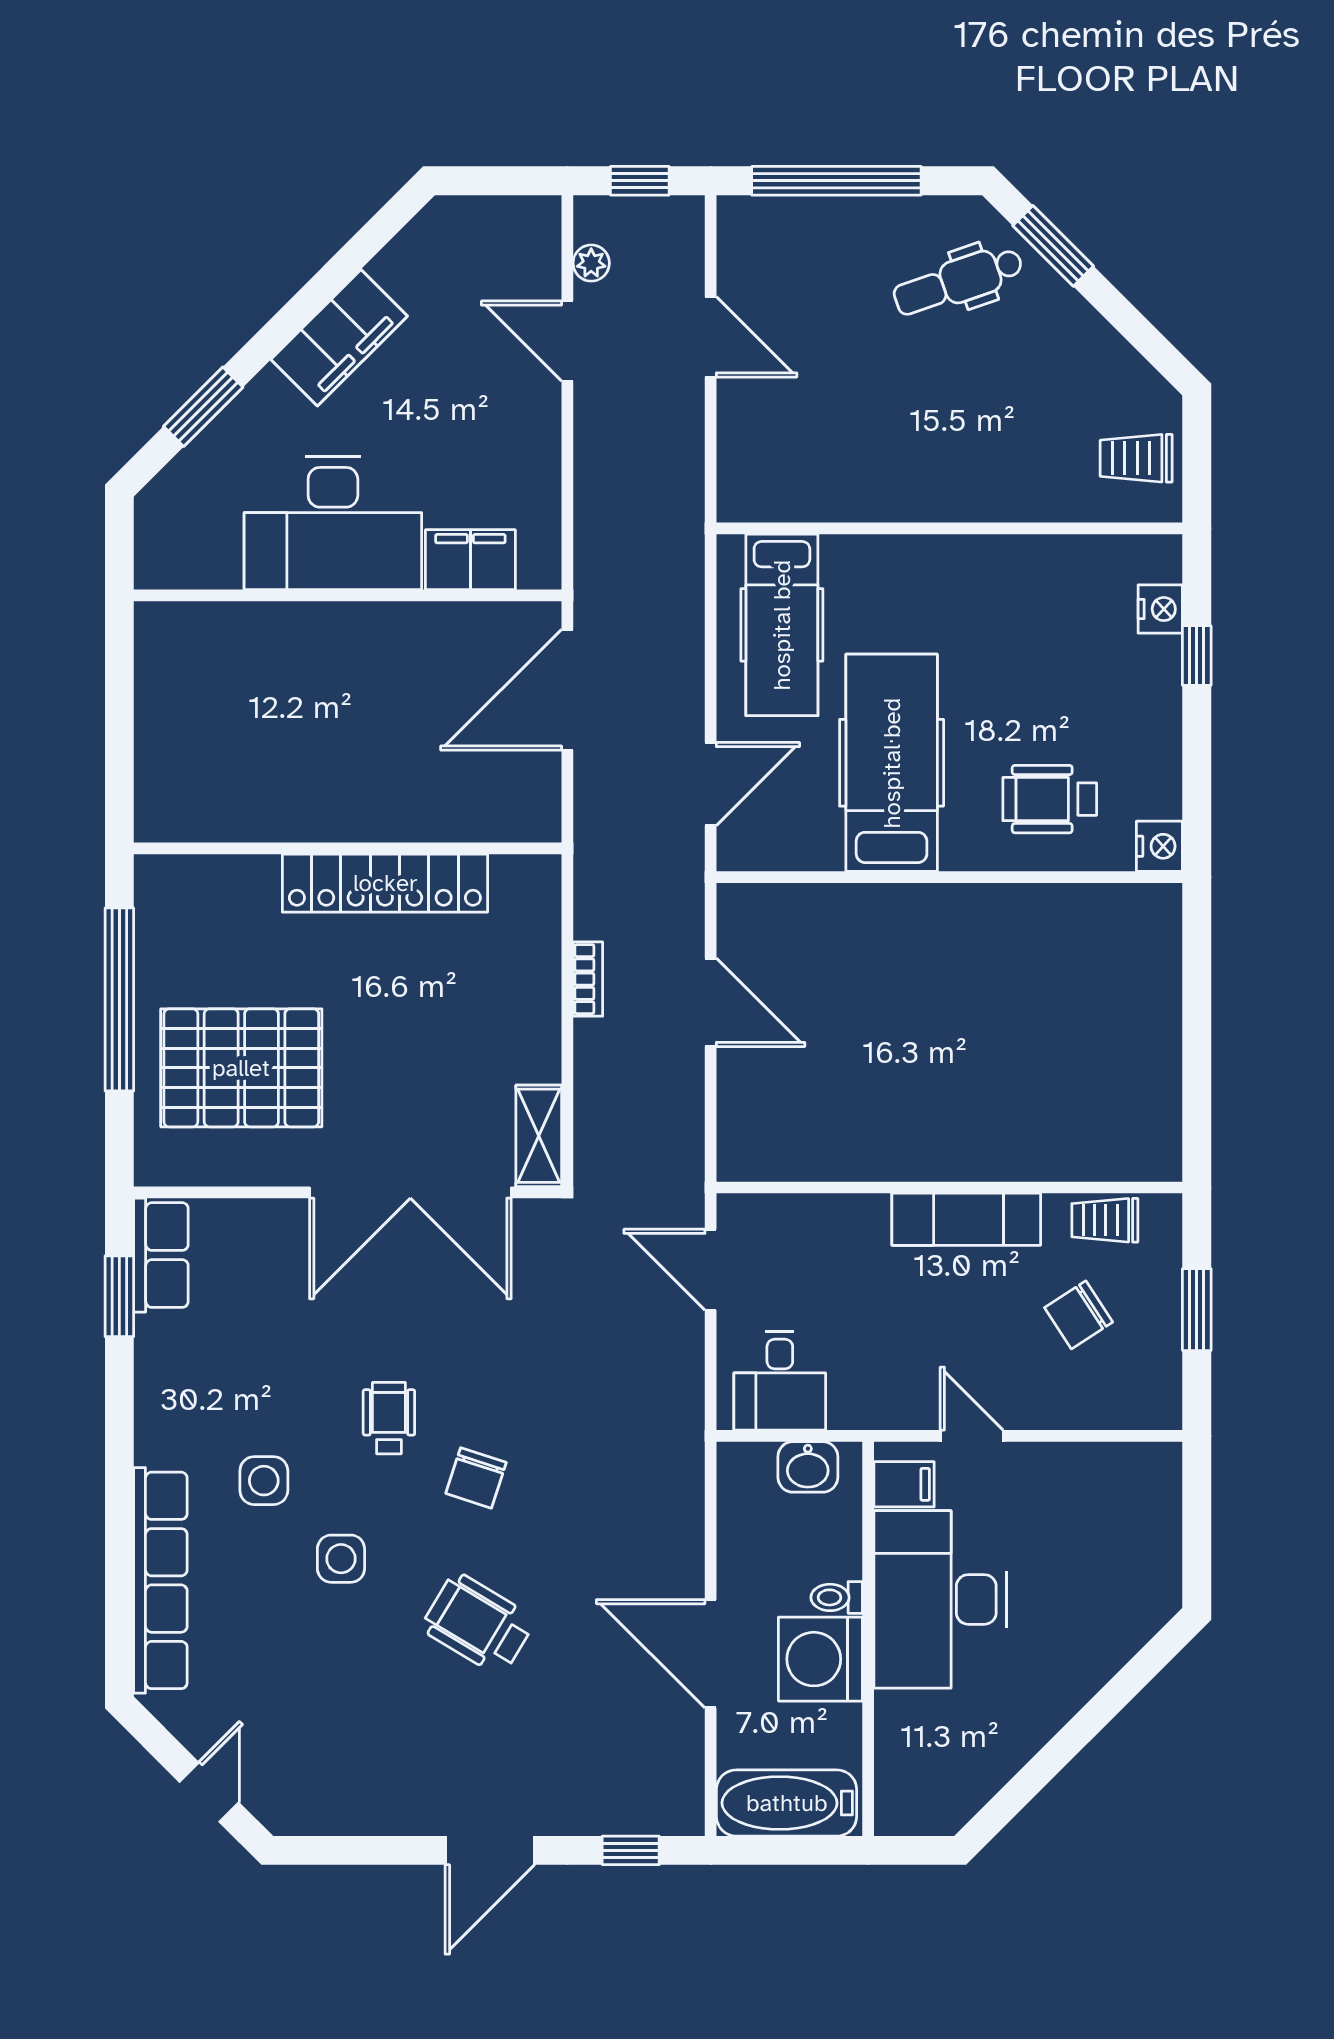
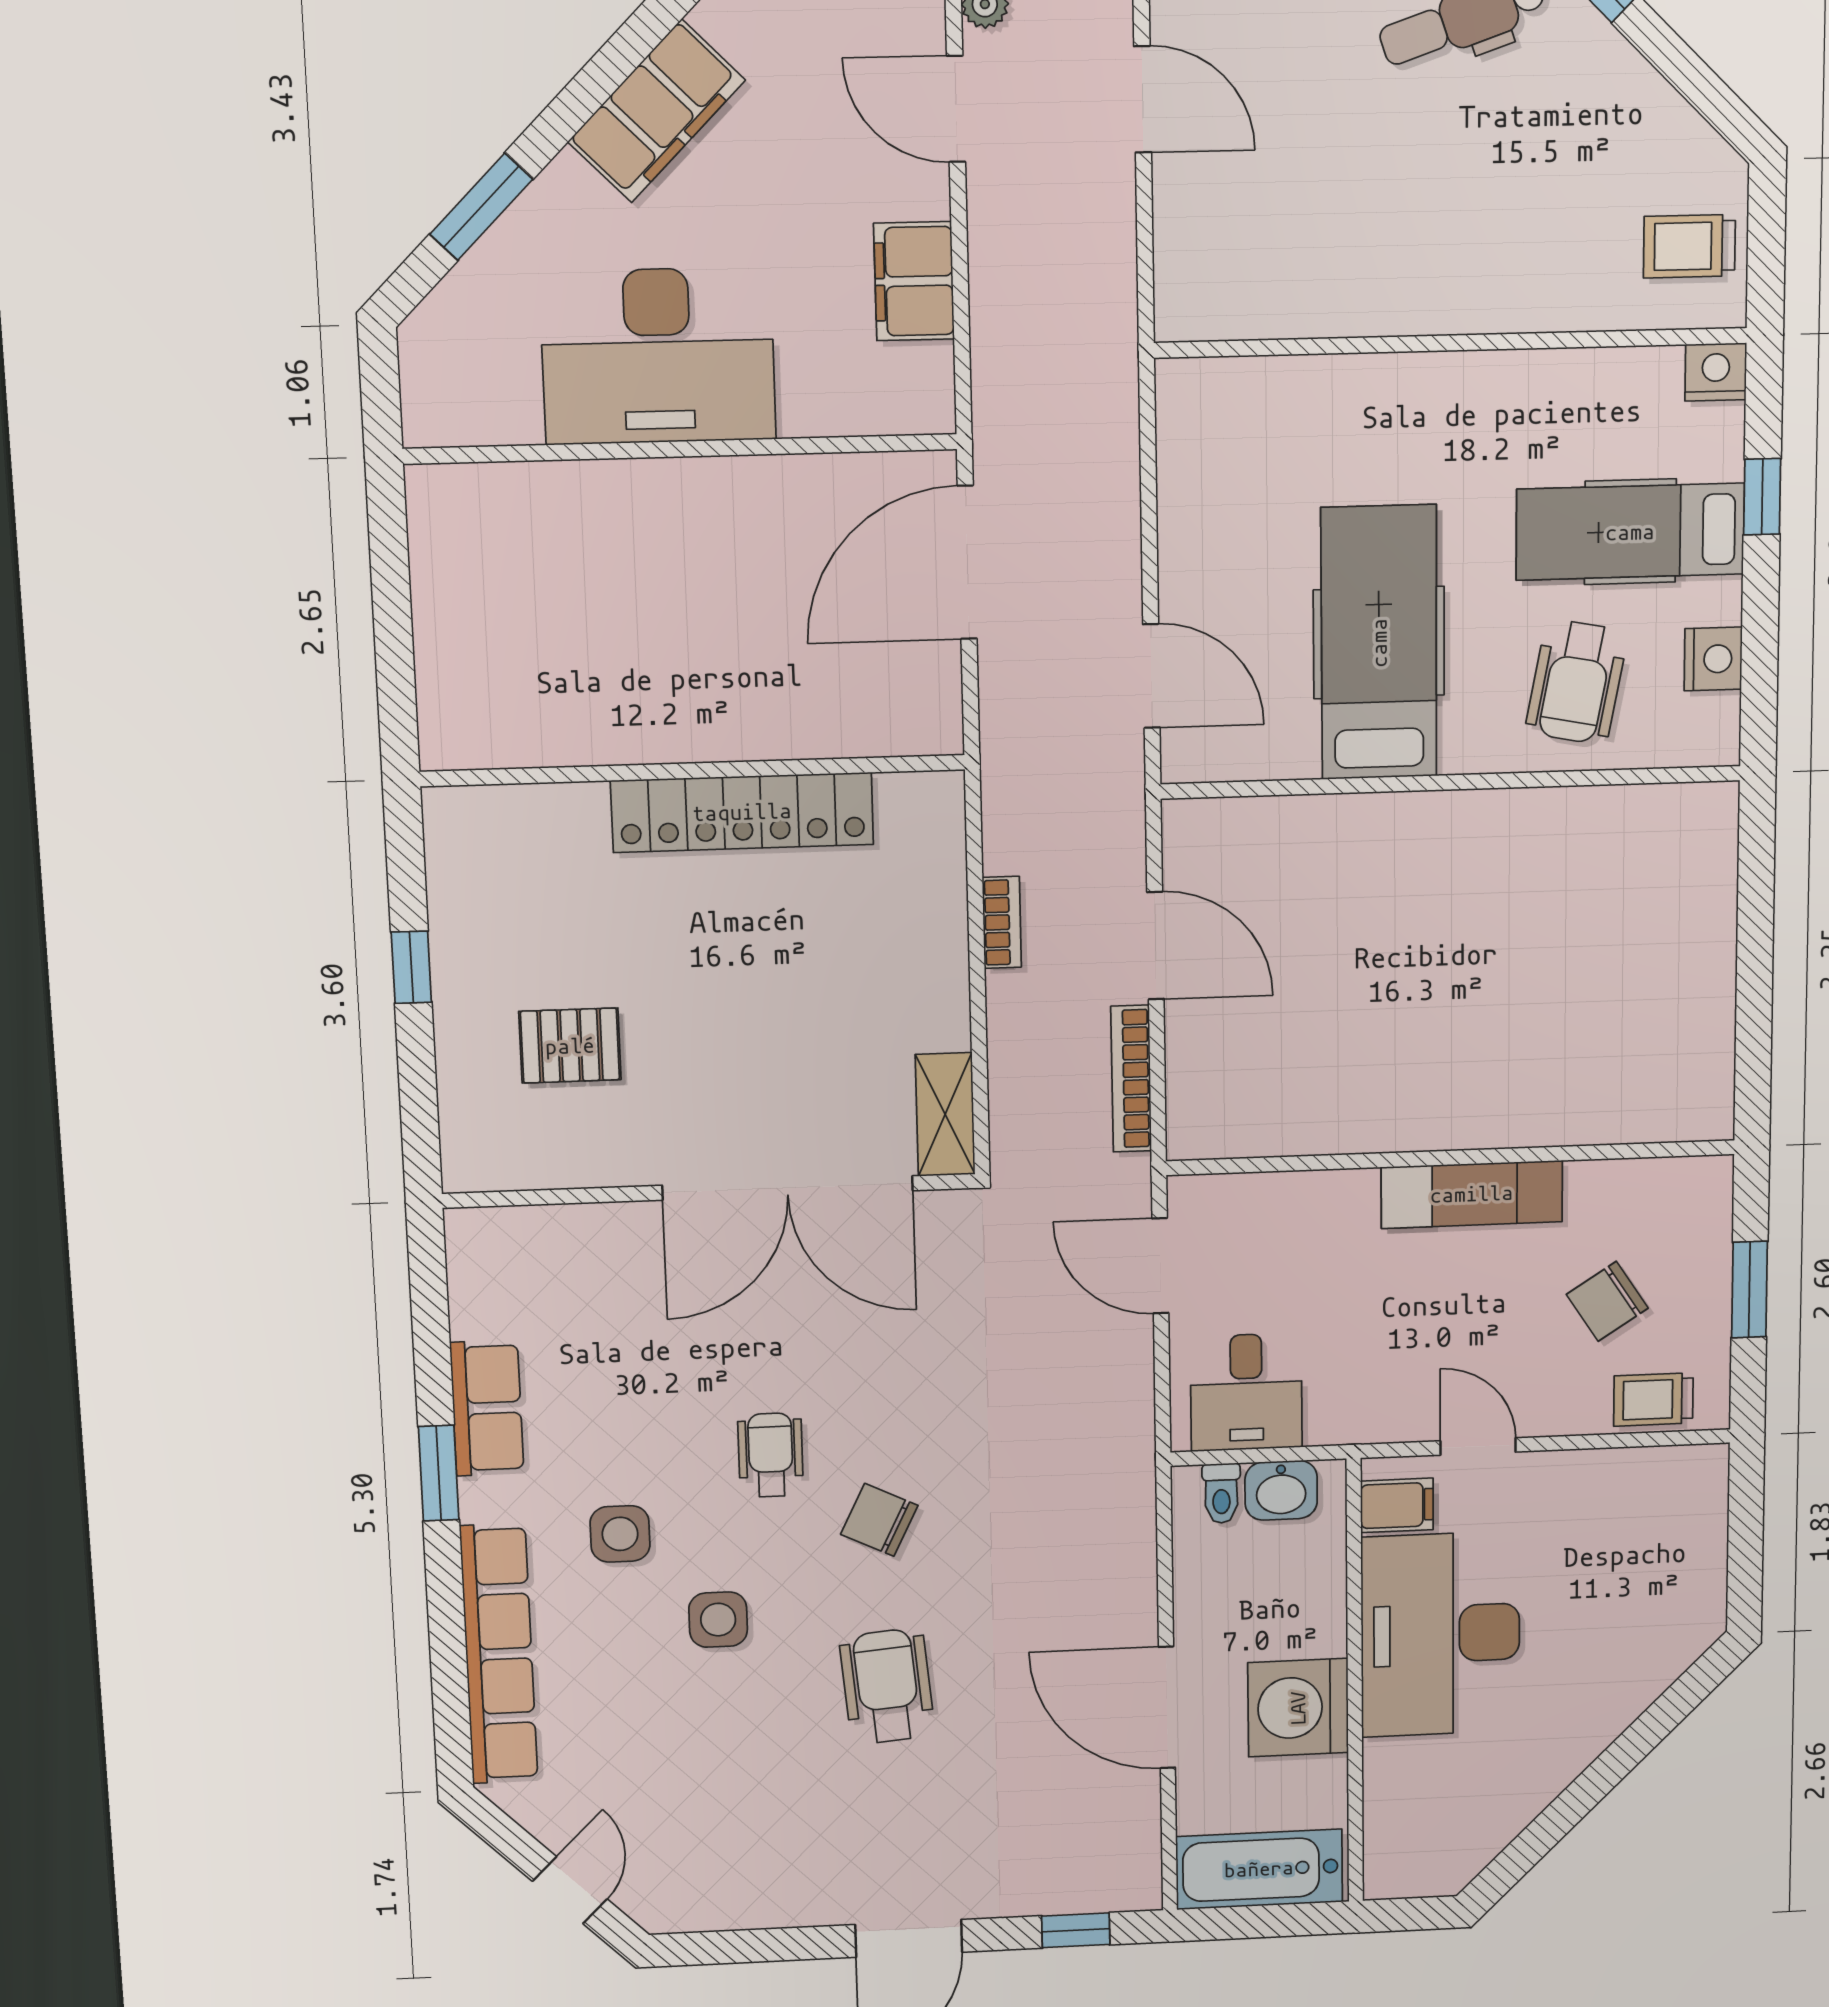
filing cabinet: (470, 560) -> (914, 281), moved, turned -90
nightstand: (1160, 609) -> (1716, 372), moved, turned -90
hospital bed: (782, 625) -> (1630, 532), moved, turned 90
door: (711, 784) -> (1151, 676), hinge flipped
wheelchair: (1050, 799) -> (1577, 682), turned -79
nightstand: (1159, 846) -> (1713, 659), moved
window: (119, 999) -> (411, 967), width x0.32
pallet: (241, 1068) -> (570, 1046), width x0.49, depth x0.50
bookcase: (689, 1112) -> (1131, 1079), added
trolley: (1105, 1220) -> (1653, 1400), moved
row of seats: (161, 1255) -> (487, 1408), moved
window: (119, 1296) -> (439, 1473), moved
chair: (476, 1478) -> (879, 1520), turned 98
toilet: (837, 1597) -> (1221, 1493), moved, turned -90
wheelchair: (478, 1624) -> (887, 1686), turned 54

